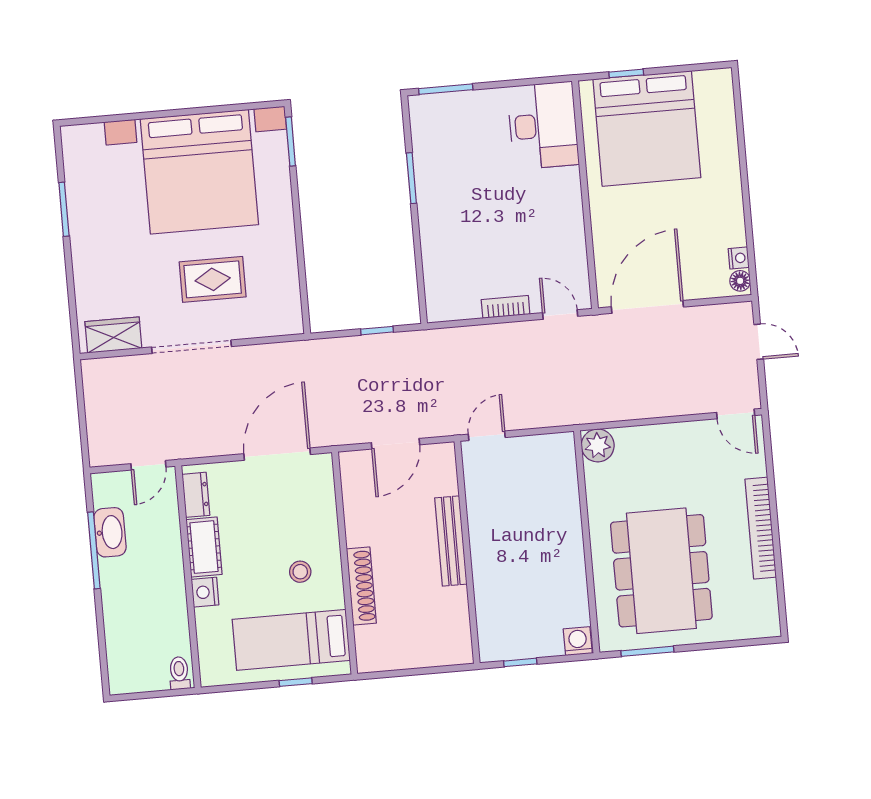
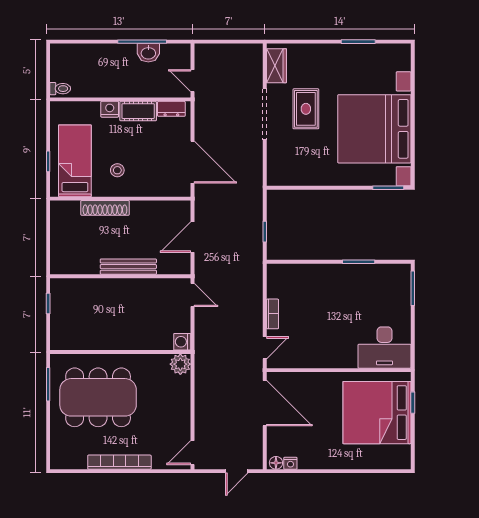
rug: (213, 279) -> (306, 109), moved
door: (395, 444) -> (193, 237), hinge flipped
washbasin: (110, 532) -> (148, 53), width x0.72
washing machine: (578, 641) -> (182, 342), moved, turned 180

